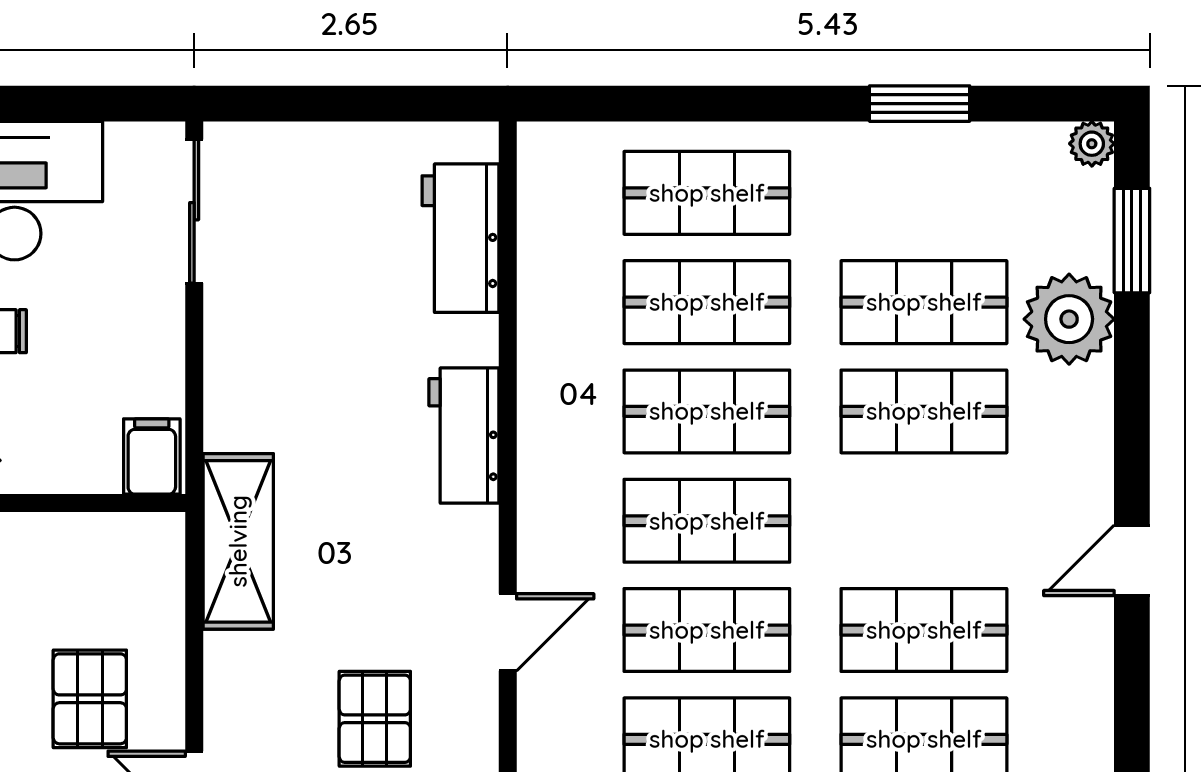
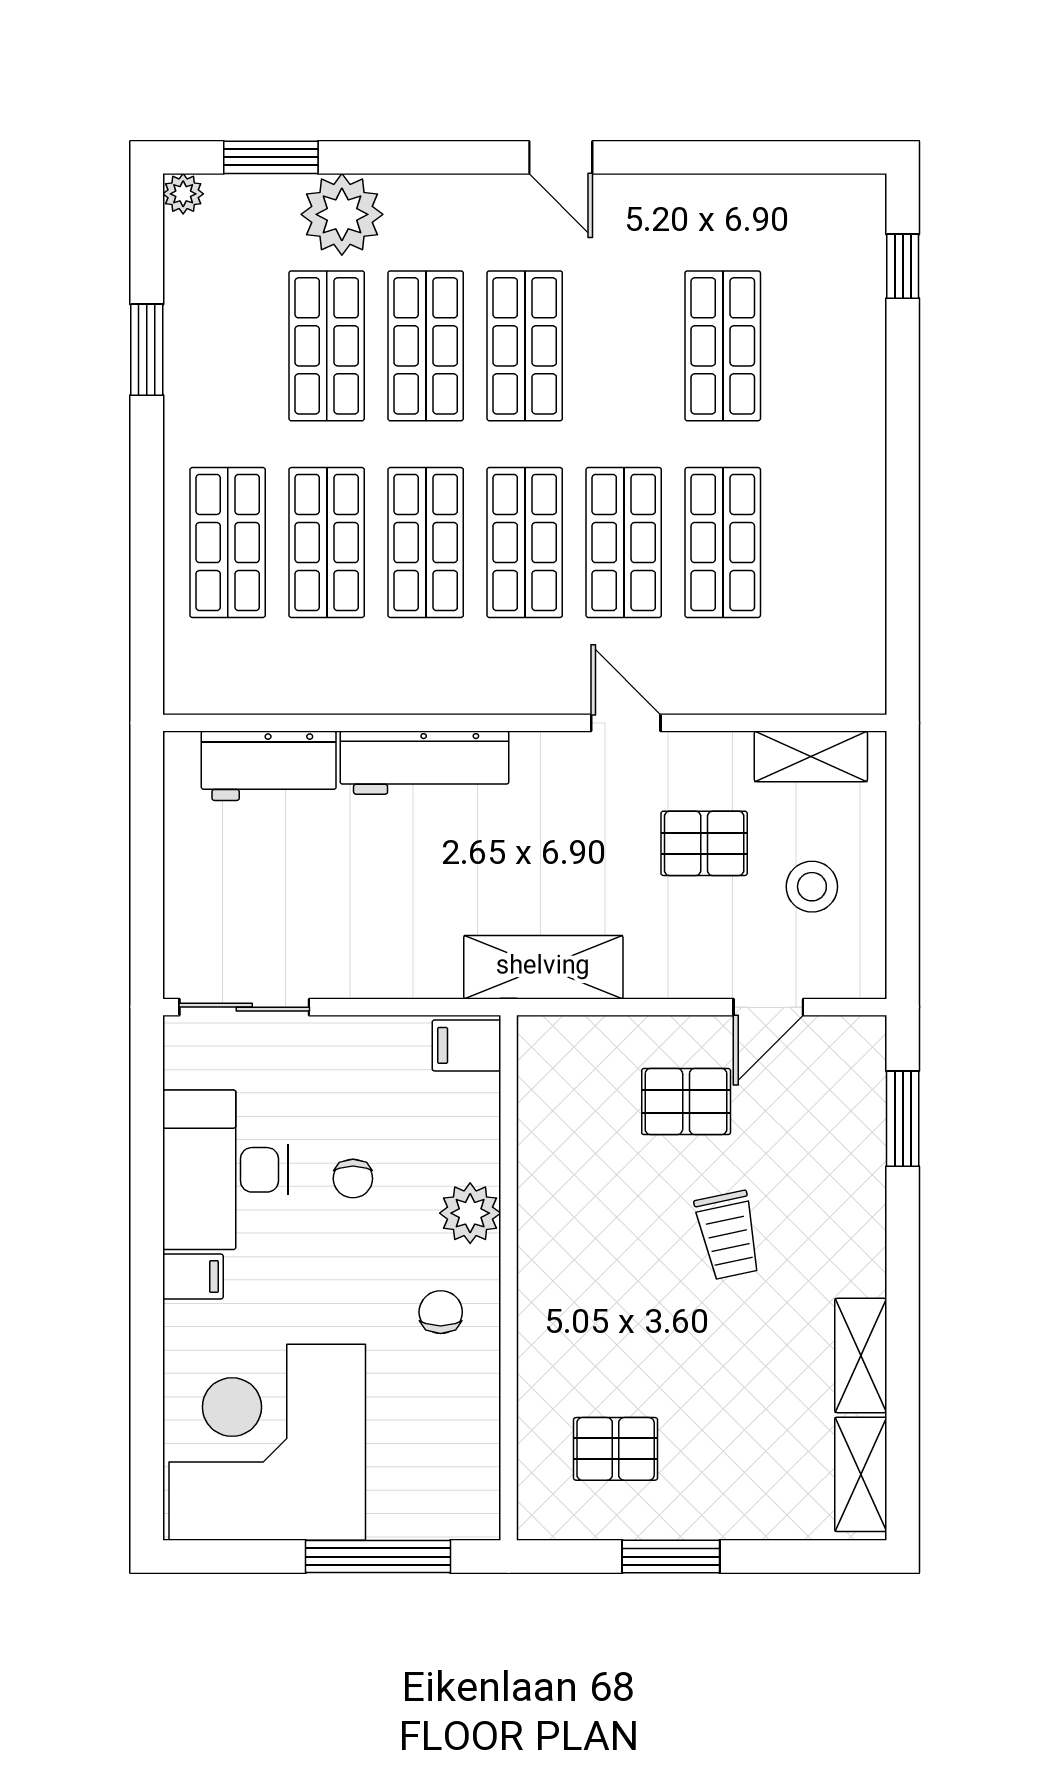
workbench: (464, 436) -> (425, 763), width x1.38
shop shelf: (924, 630) -> (525, 346), moved

